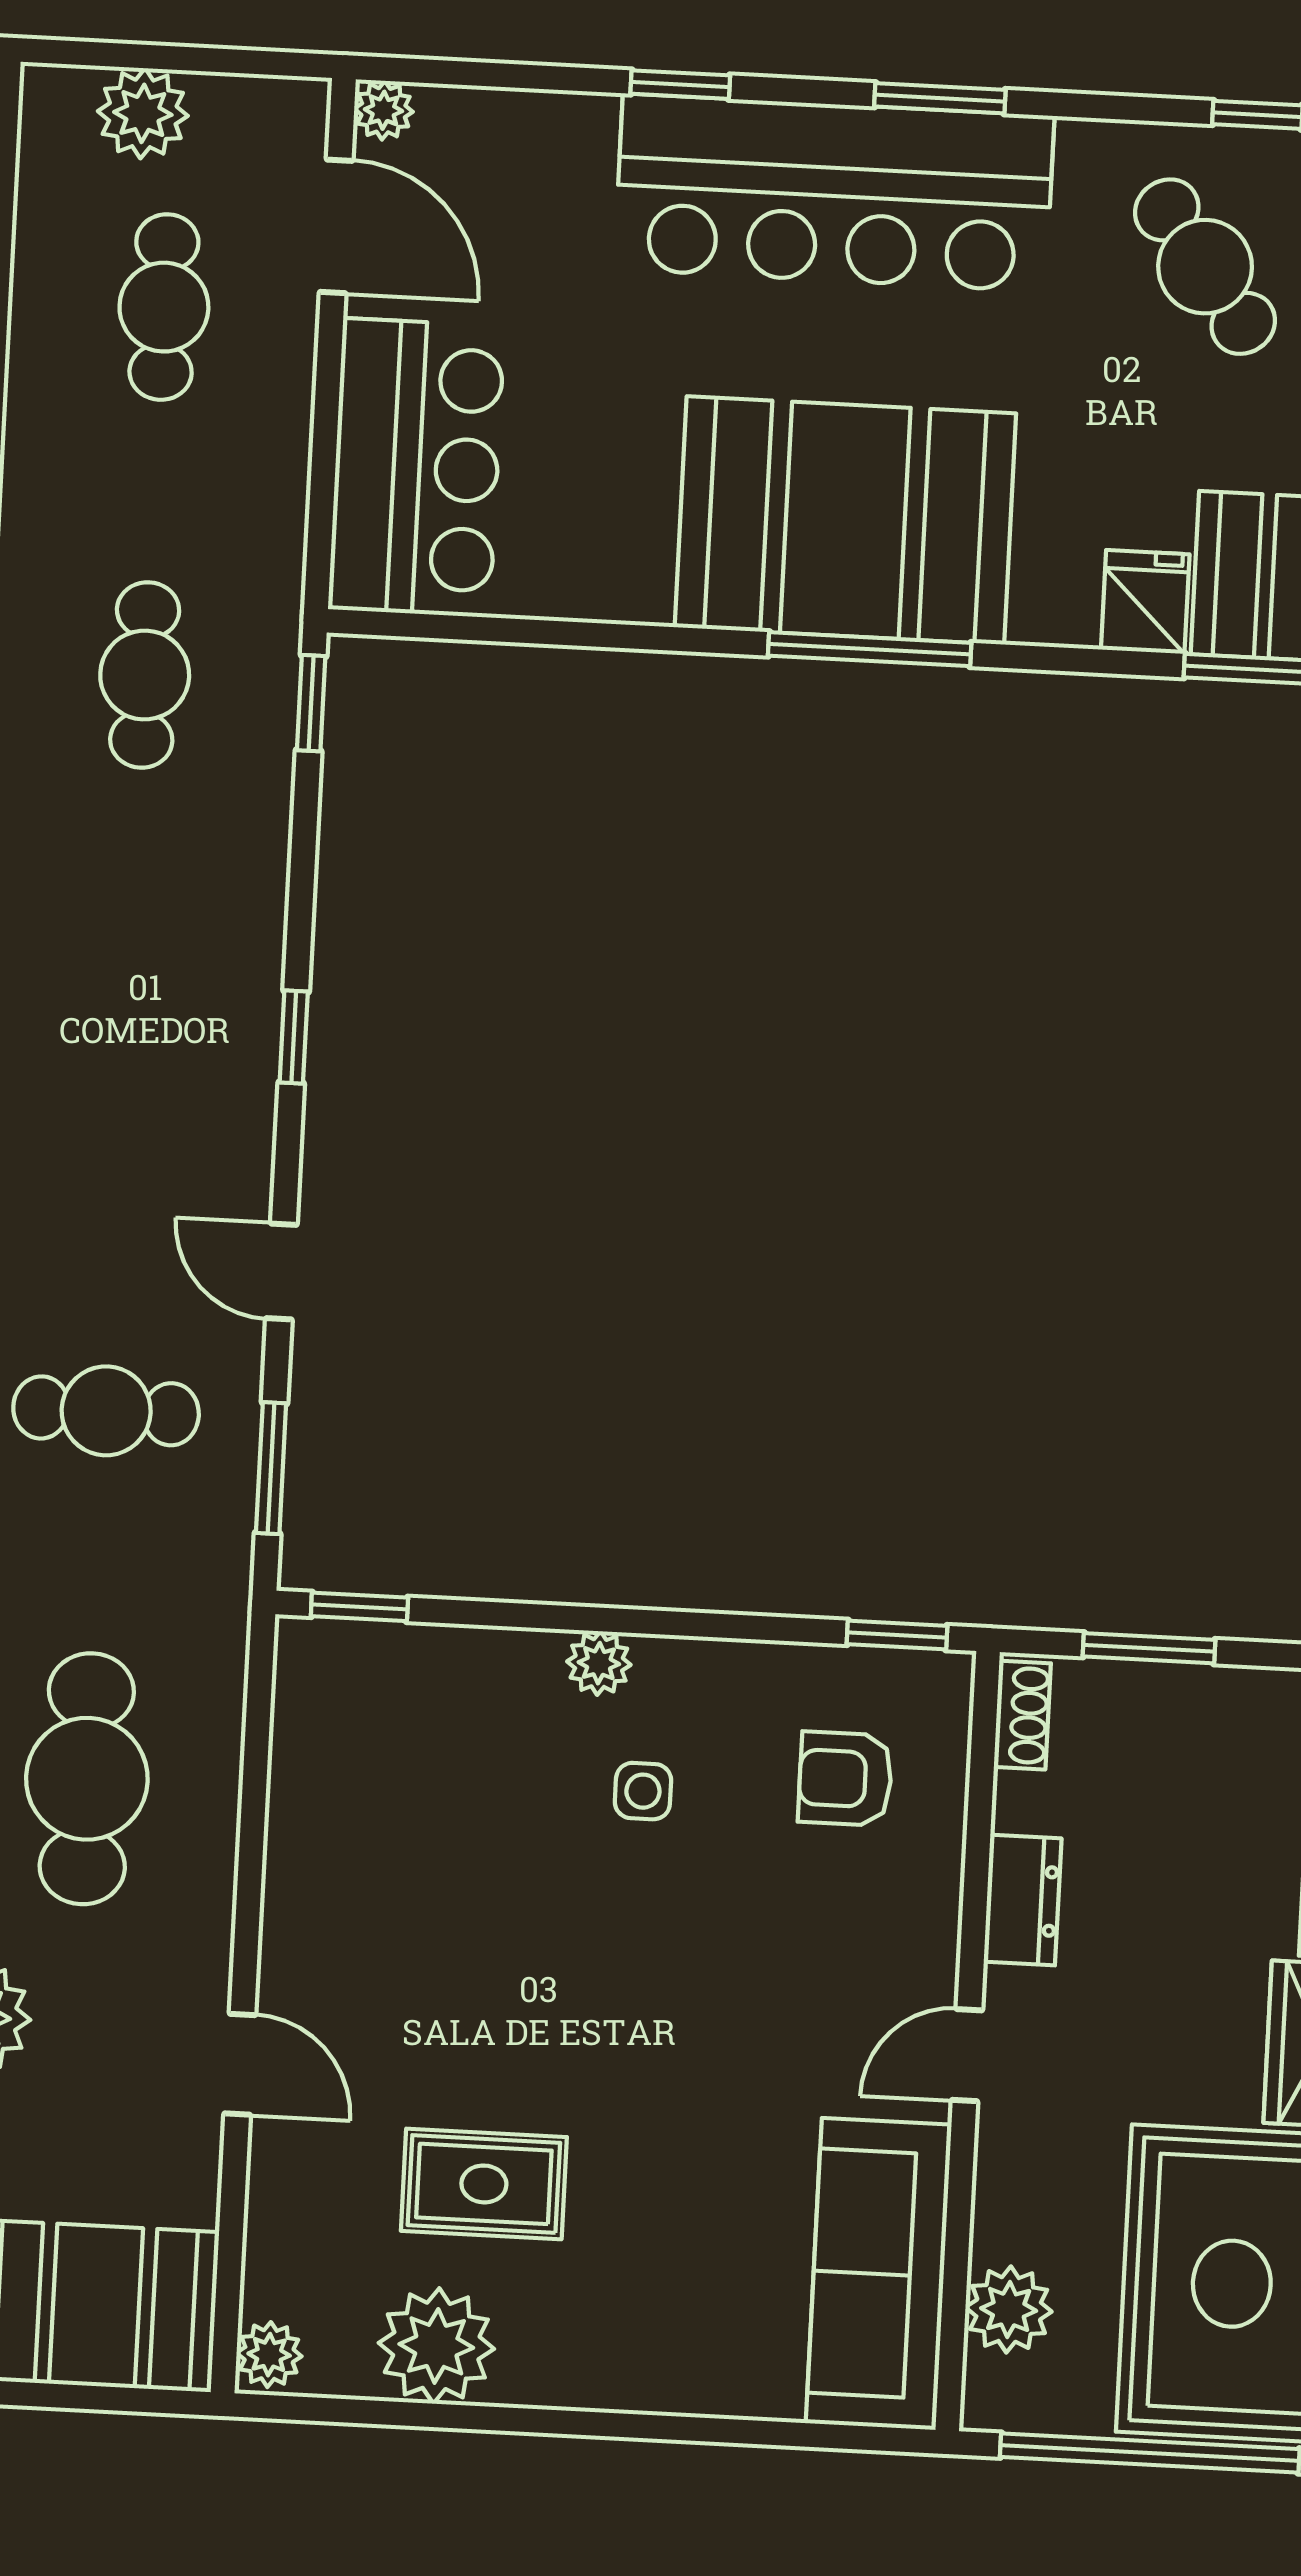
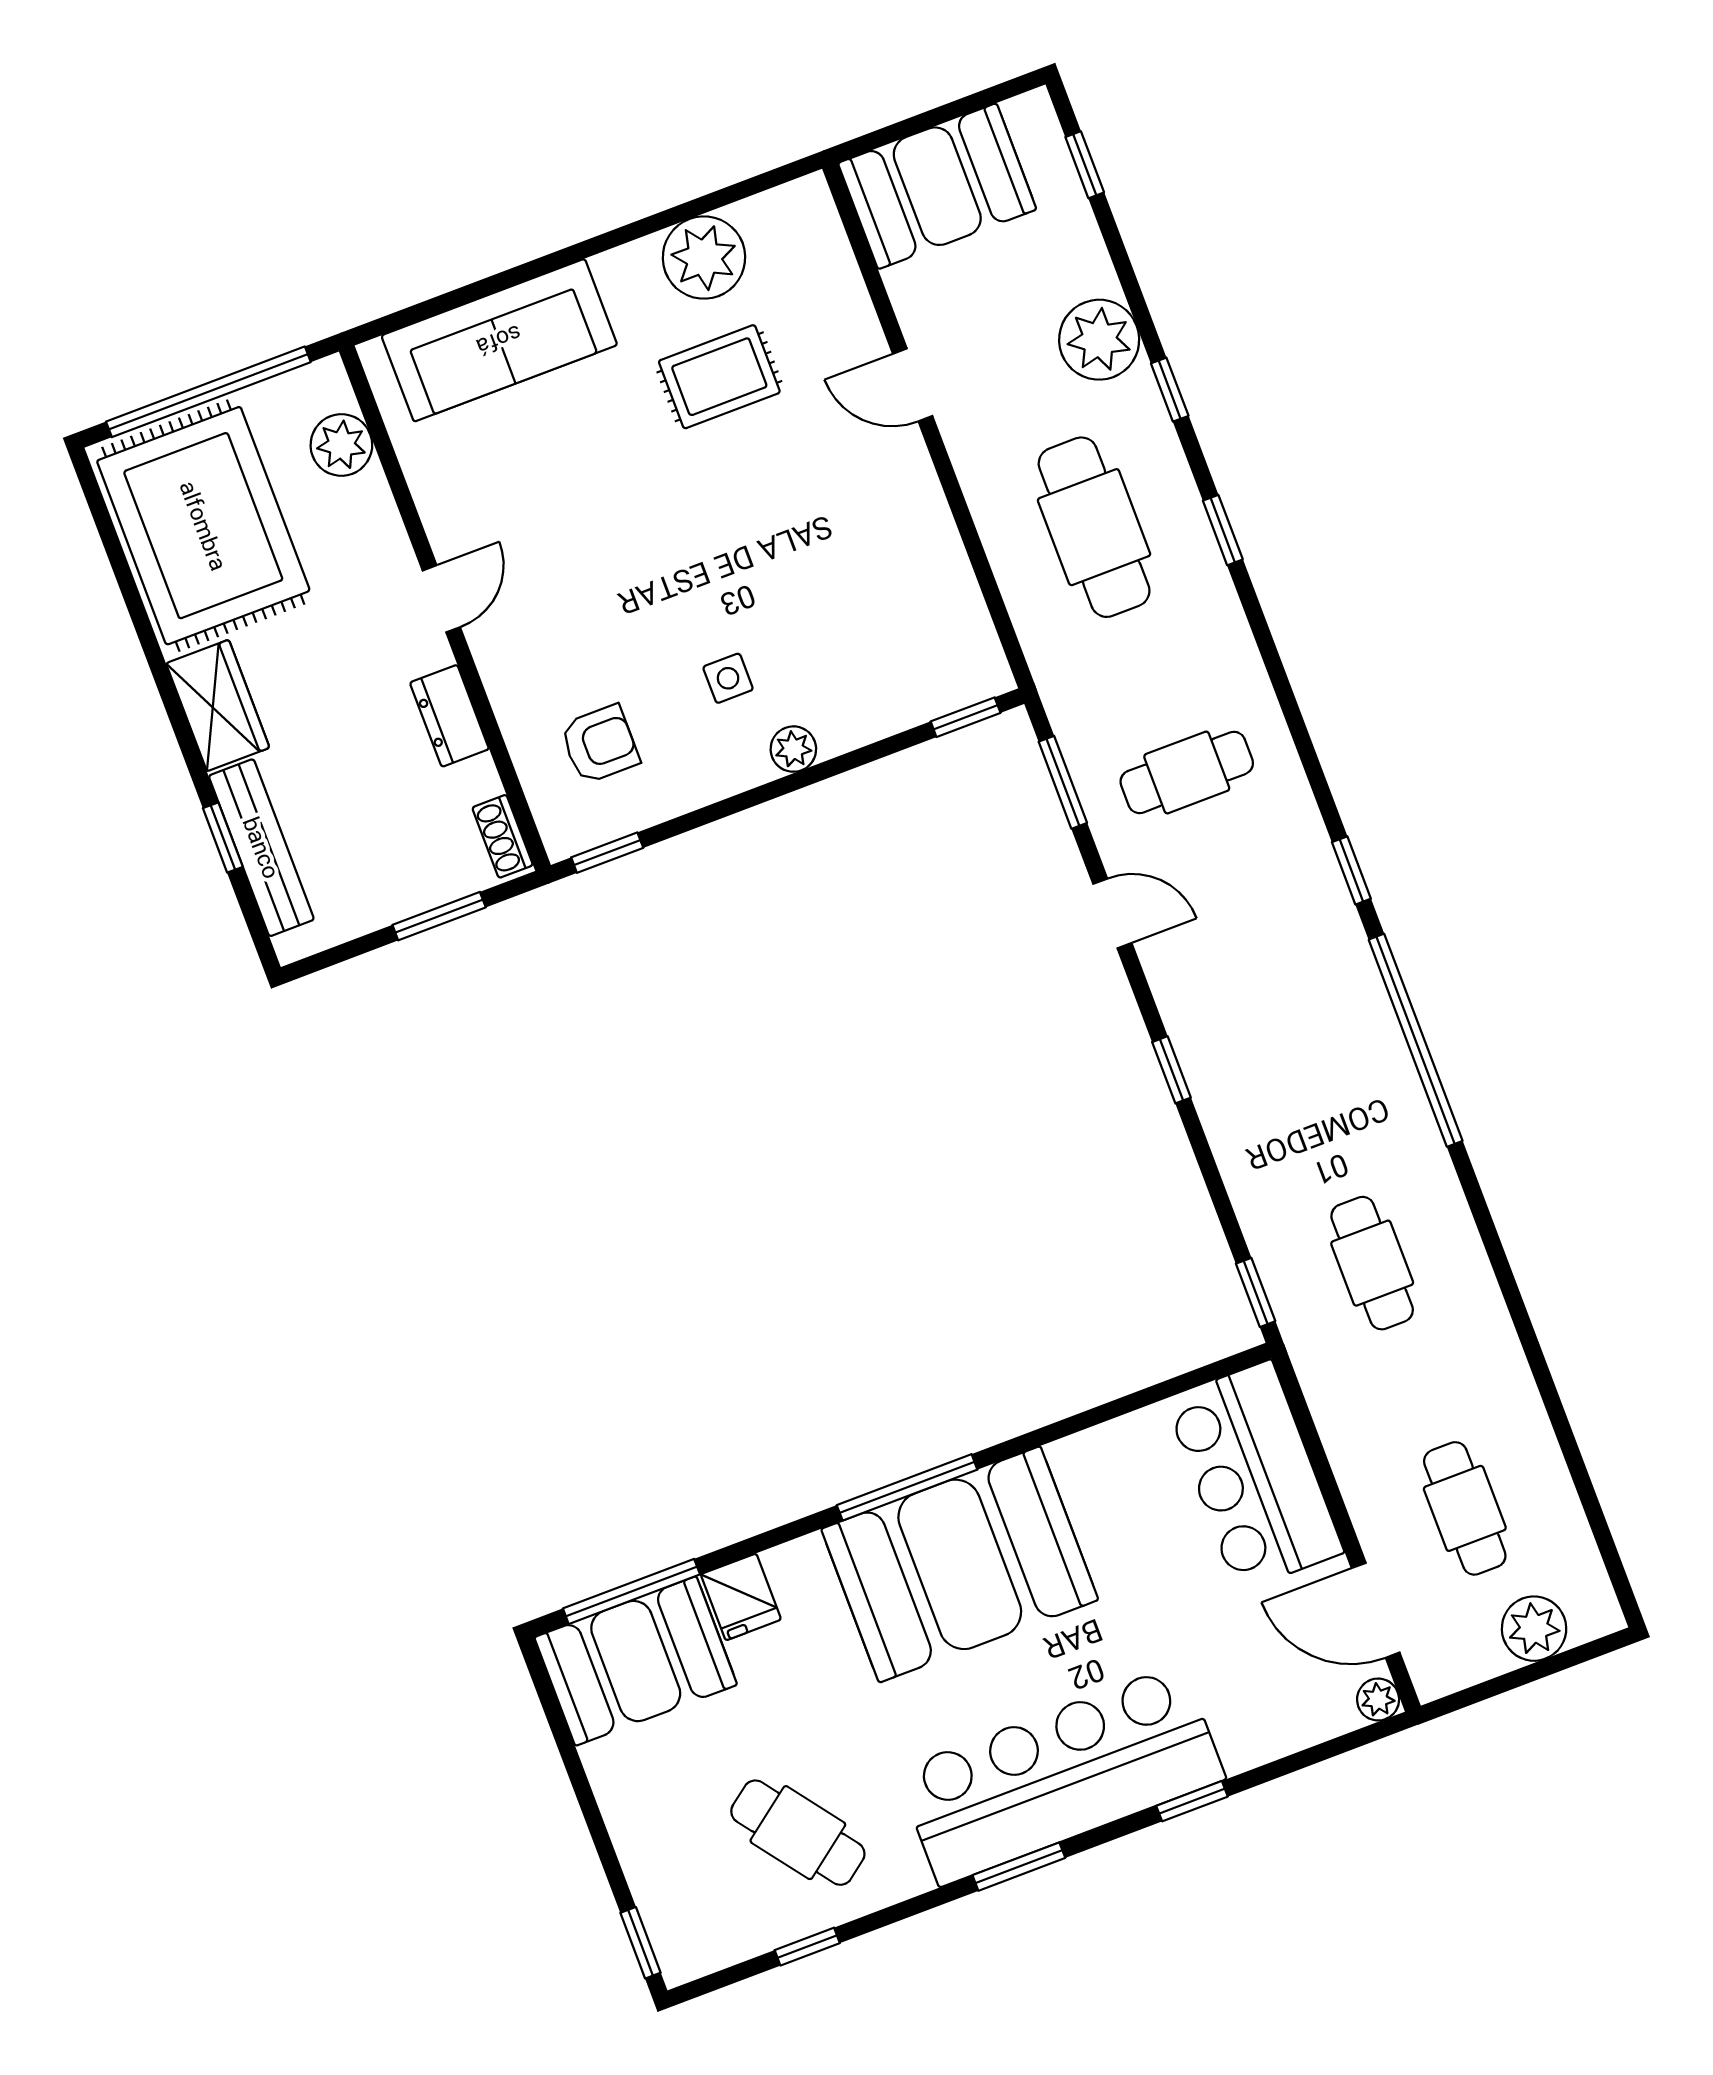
sofa: (879, 2274) -> (499, 340), moved, turned 90
plant: (269, 2355) -> (811, 204), removed

